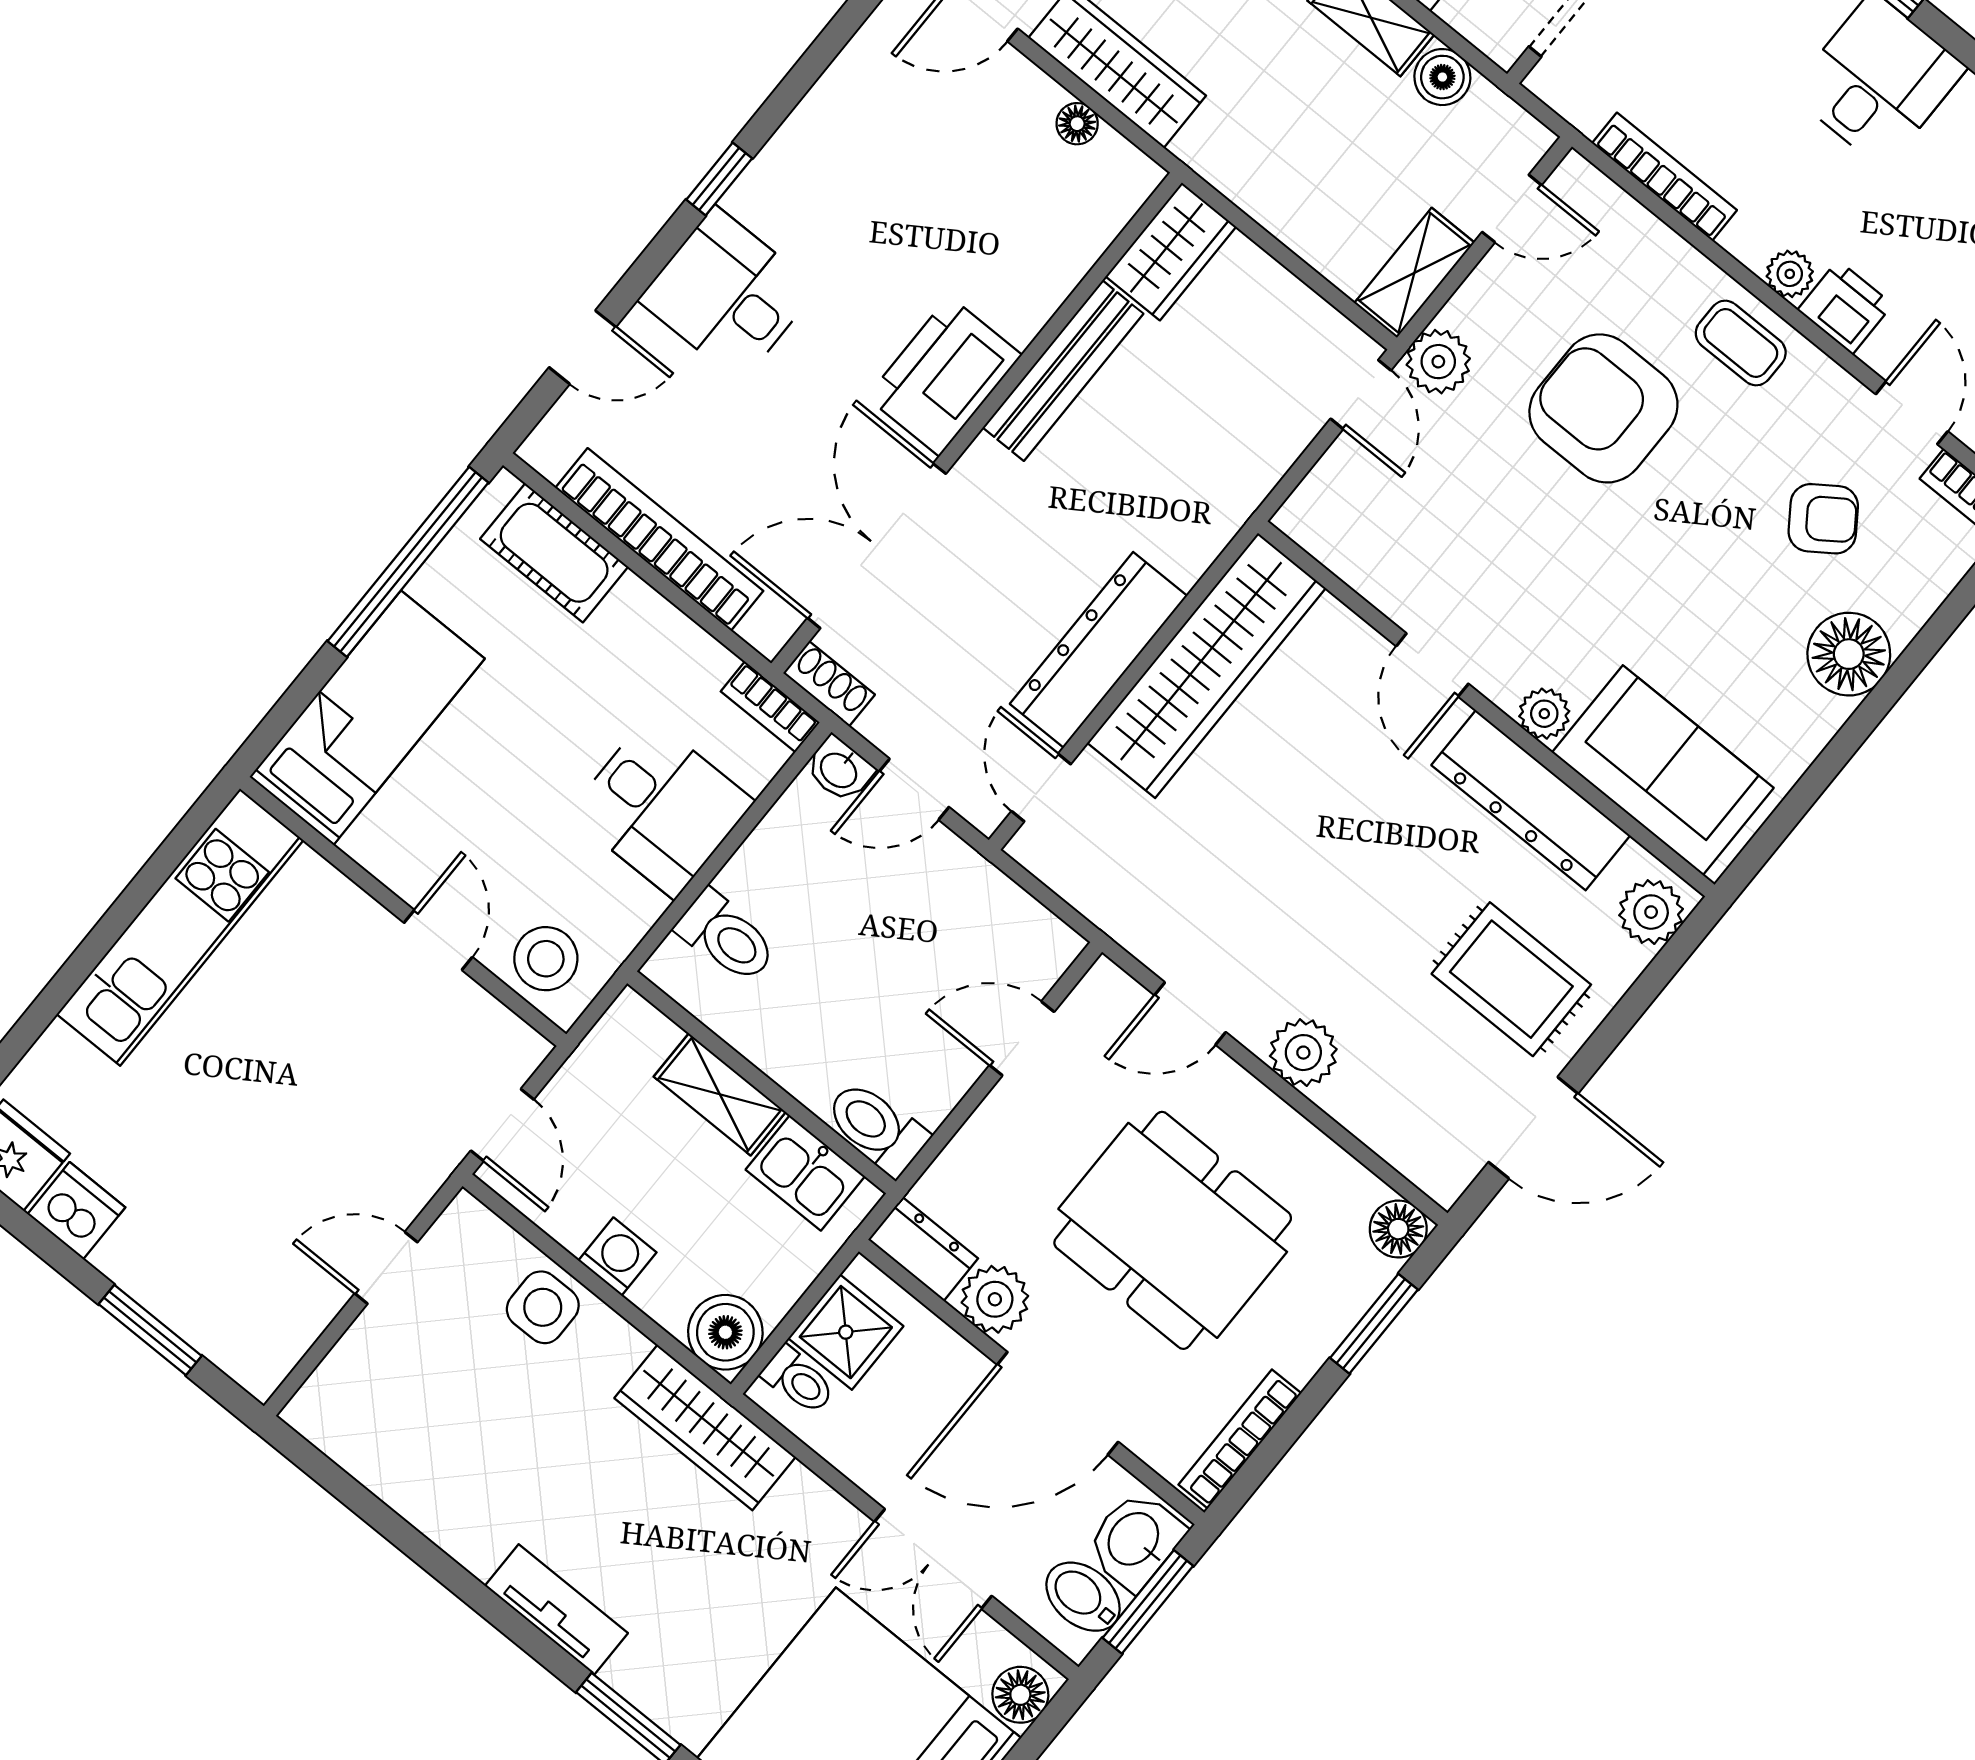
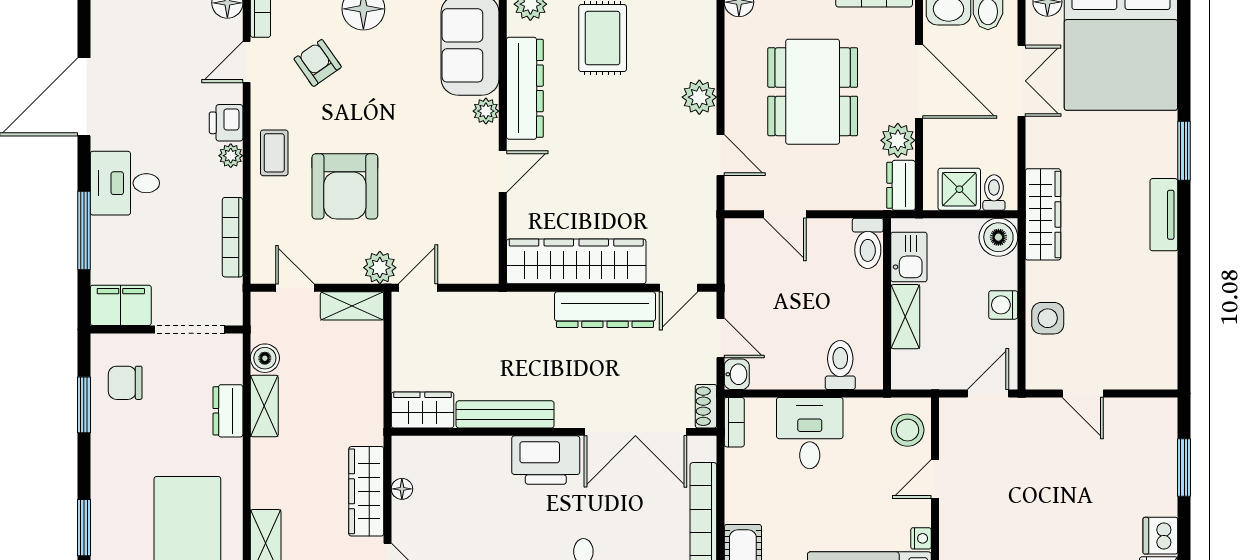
nightstand: (366, 846) -> (921, 538), added

